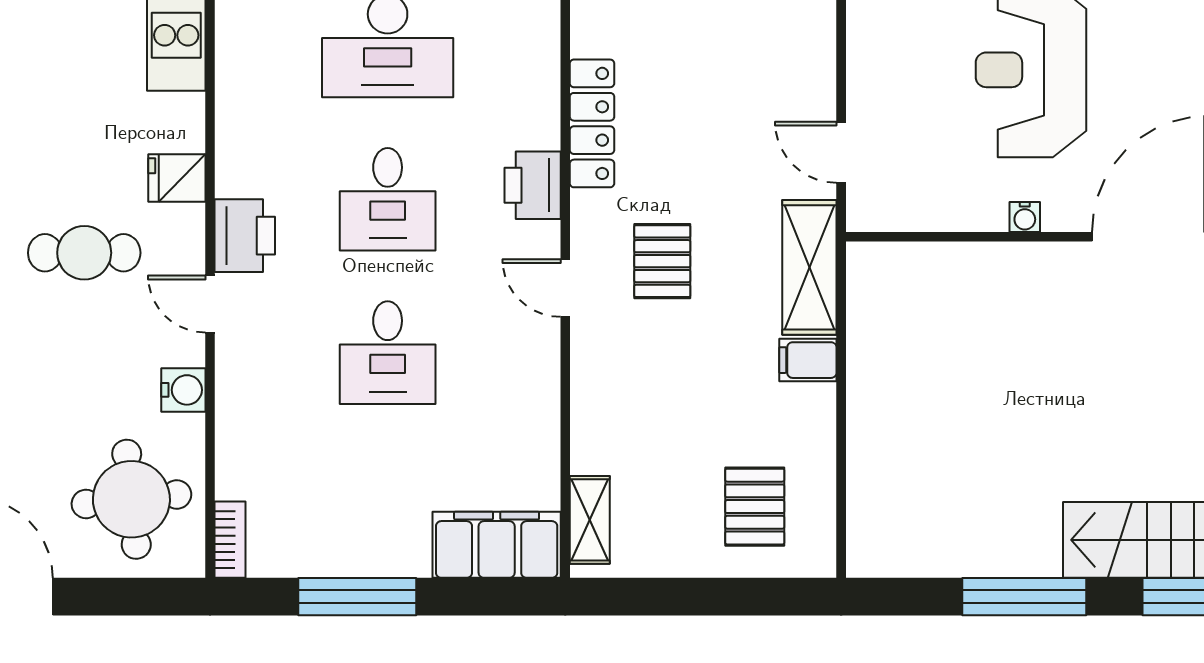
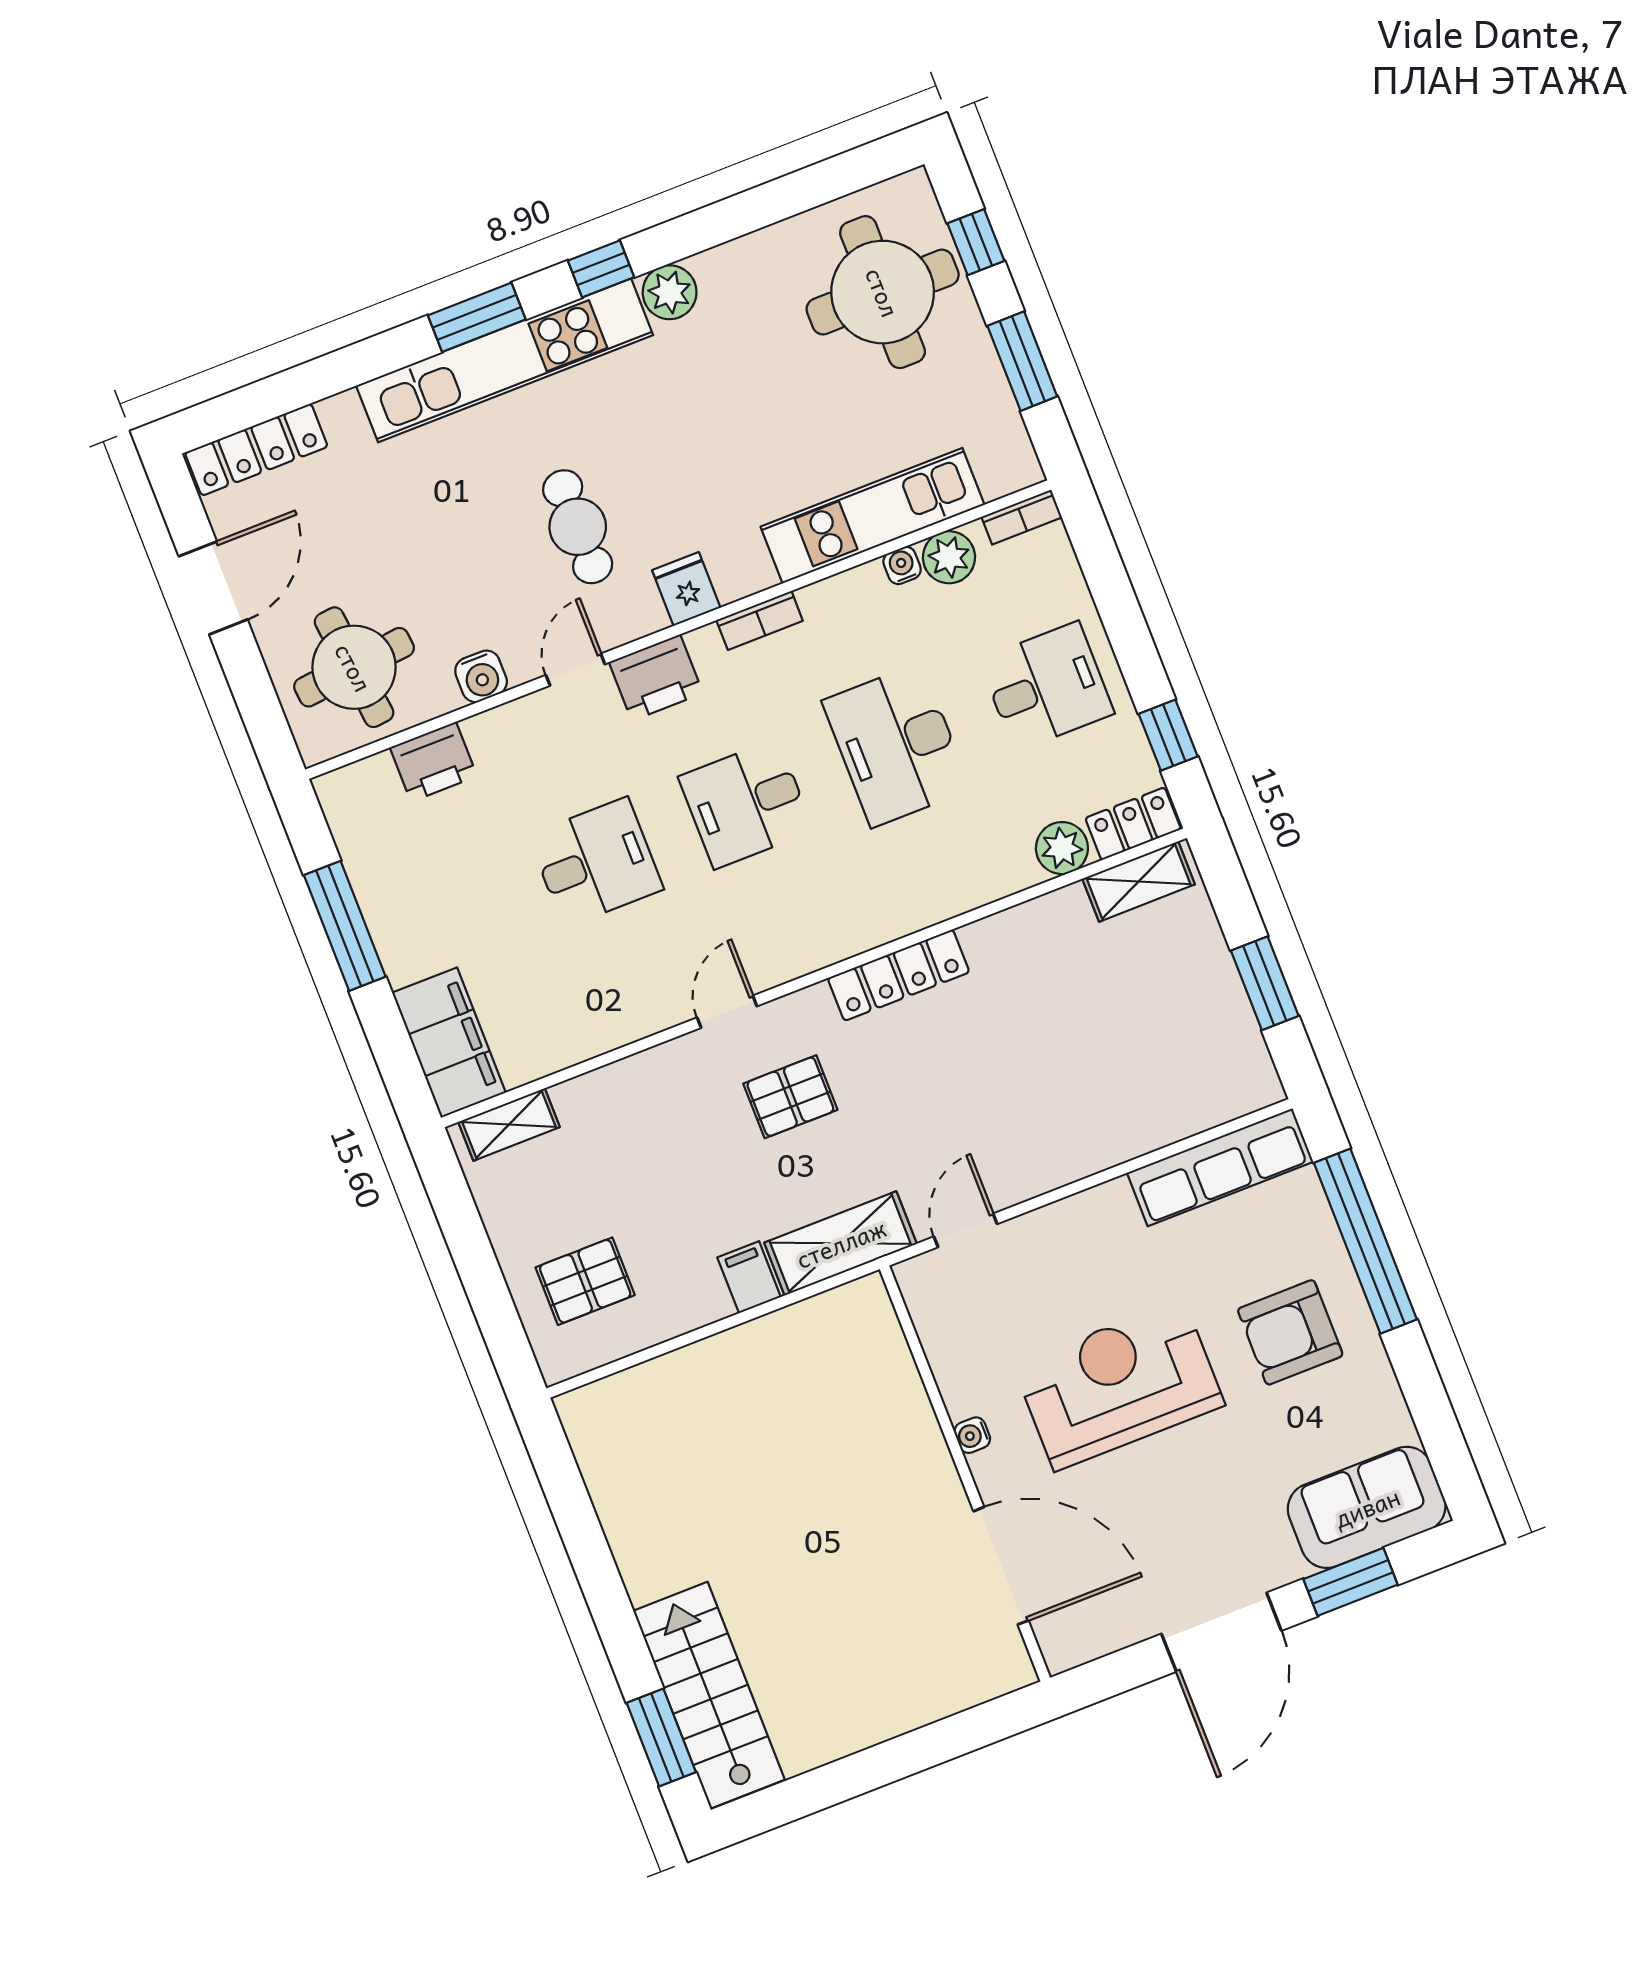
printer: (533, 185) -> (433, 762), moved, turned 180
desk: (388, 353) -> (596, 862), turned 180
bookcase: (230, 540) -> (760, 620), moved
window: (1024, 597) -> (600, 1580), removed

